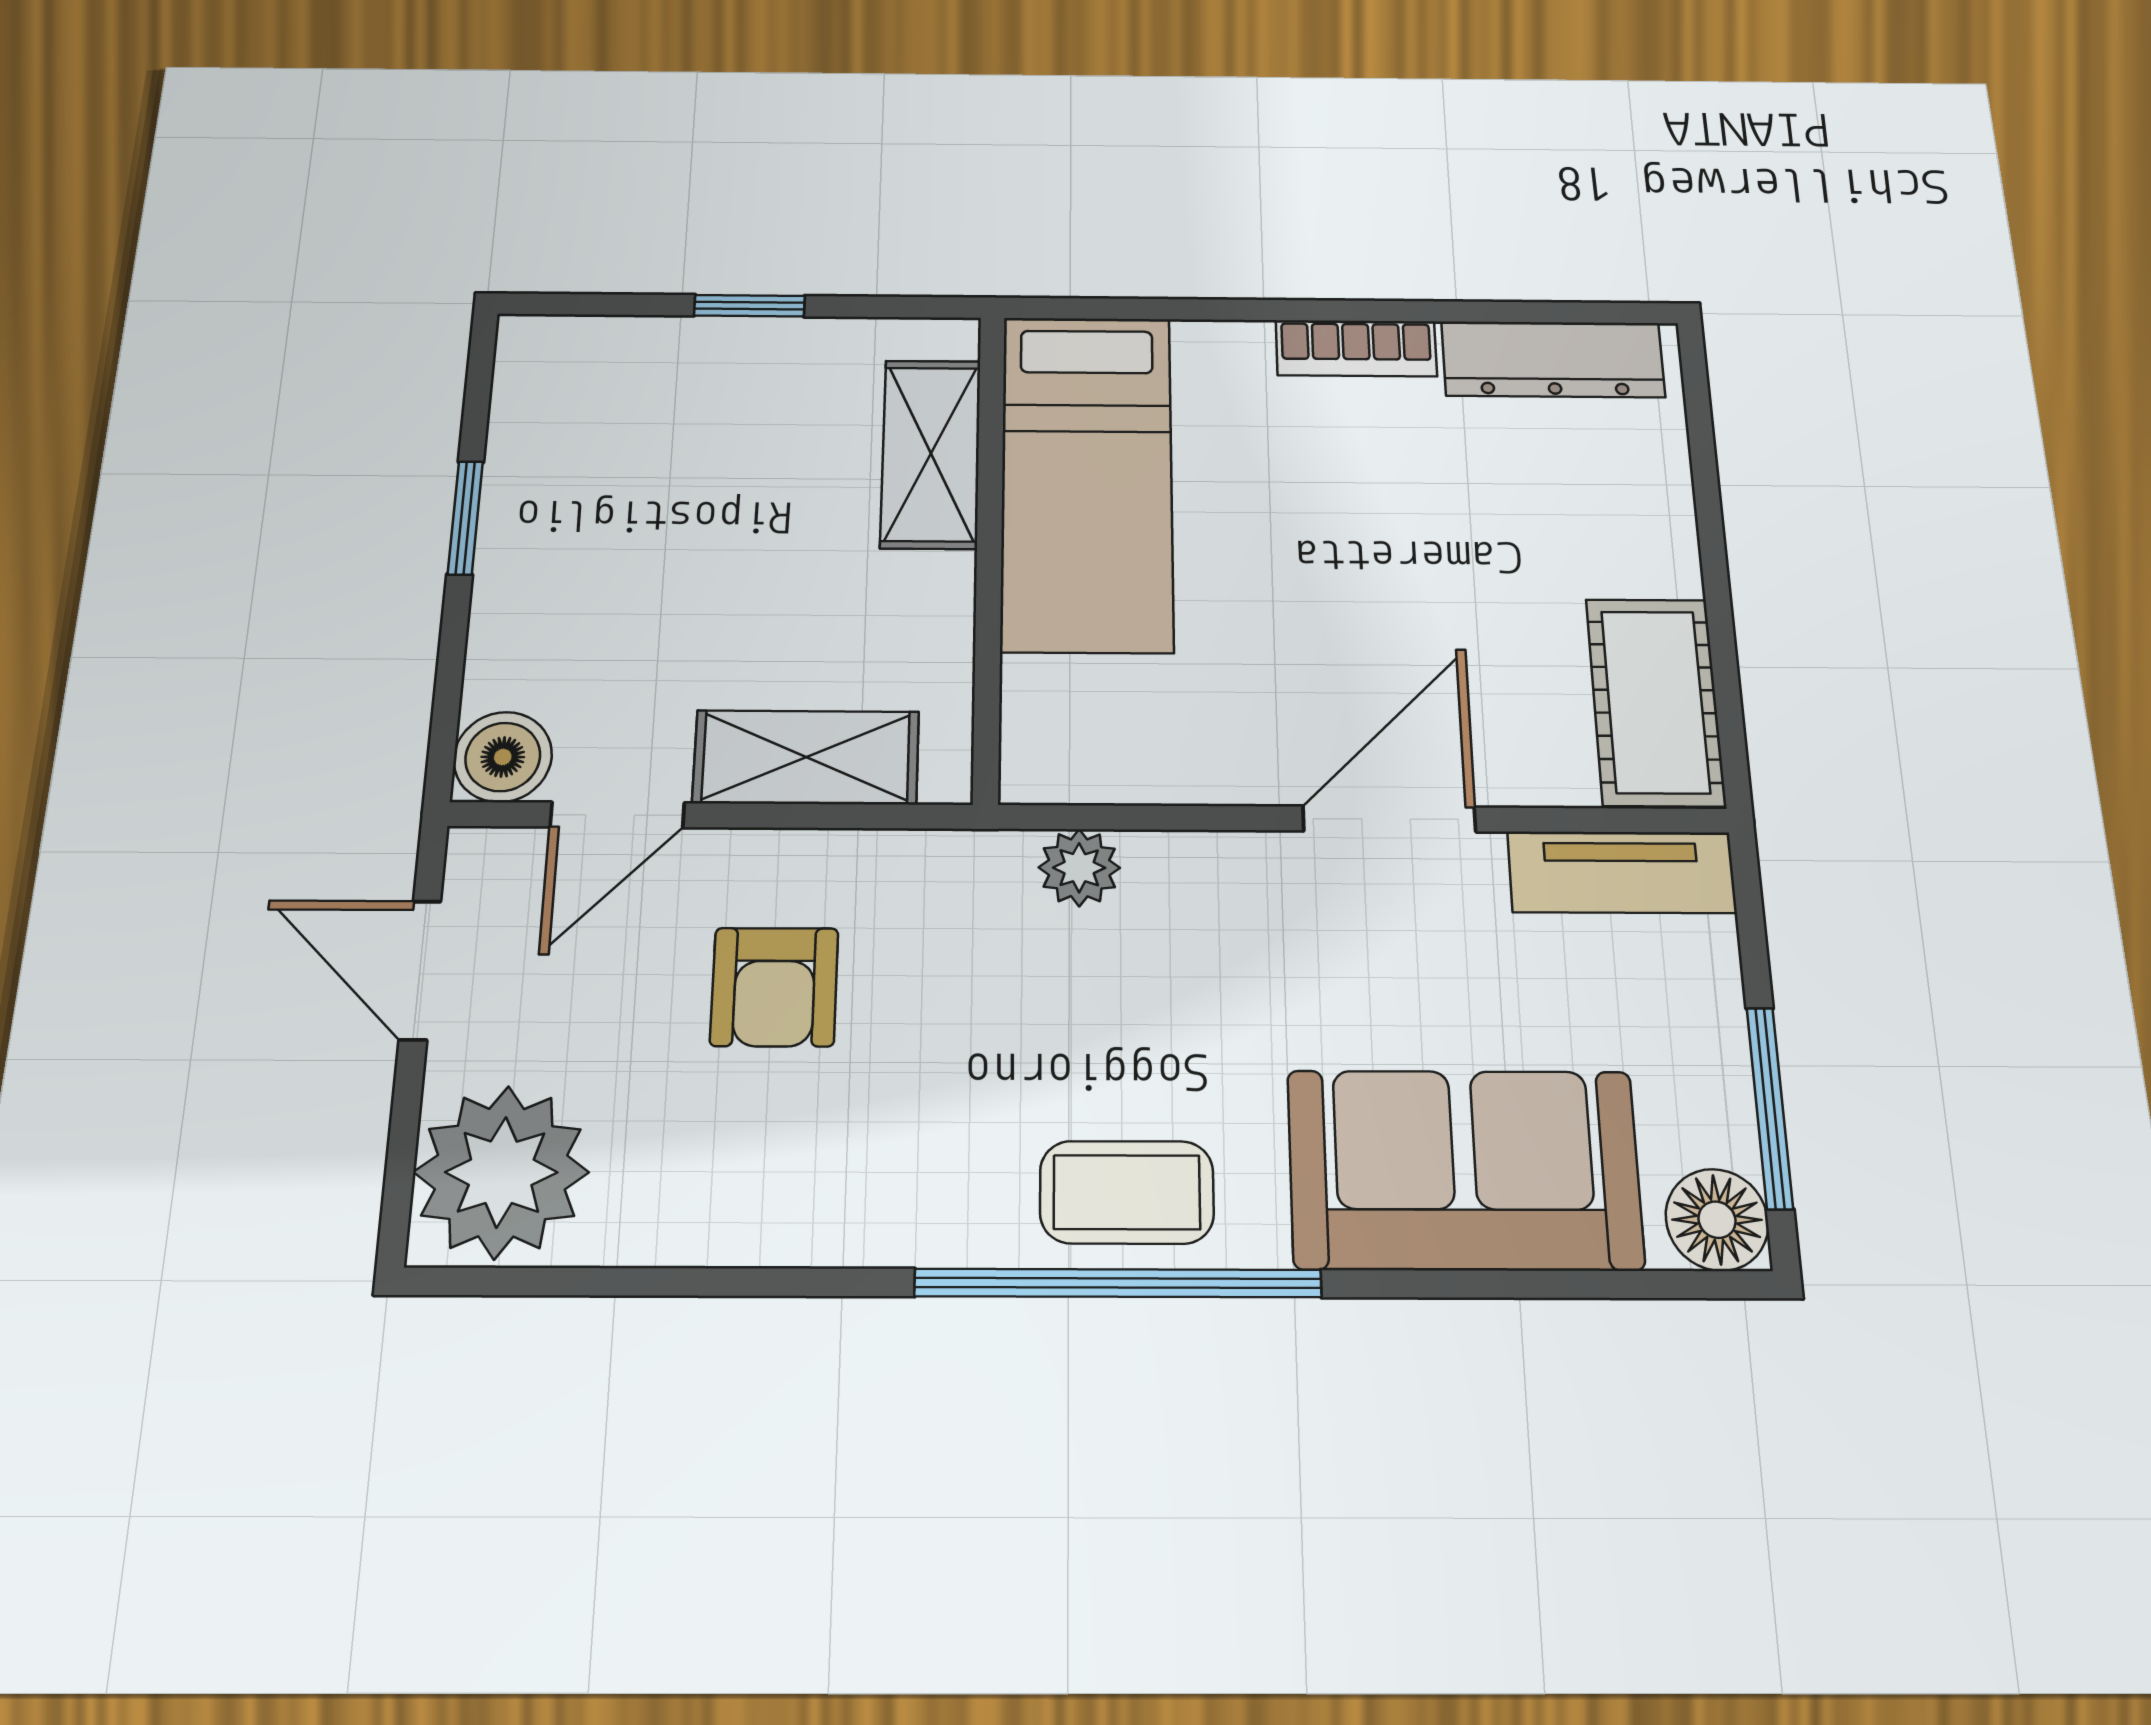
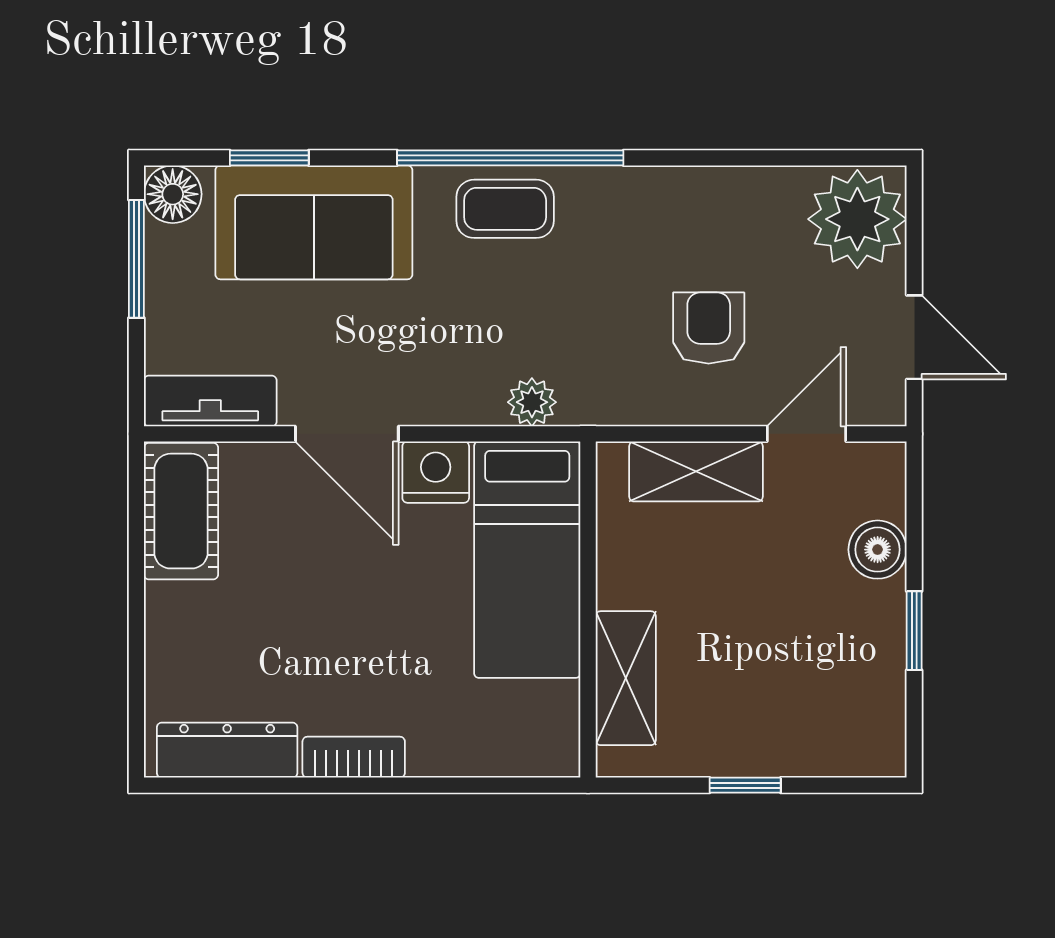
bed: (1087, 481) -> (527, 560), moved, turned 180
boiler: (503, 757) -> (878, 550), moved
nightstand: (1239, 759) -> (436, 472), added
door: (1389, 819) -> (347, 434), hinge flipped
window: (1550, 1284) -> (269, 158), added

